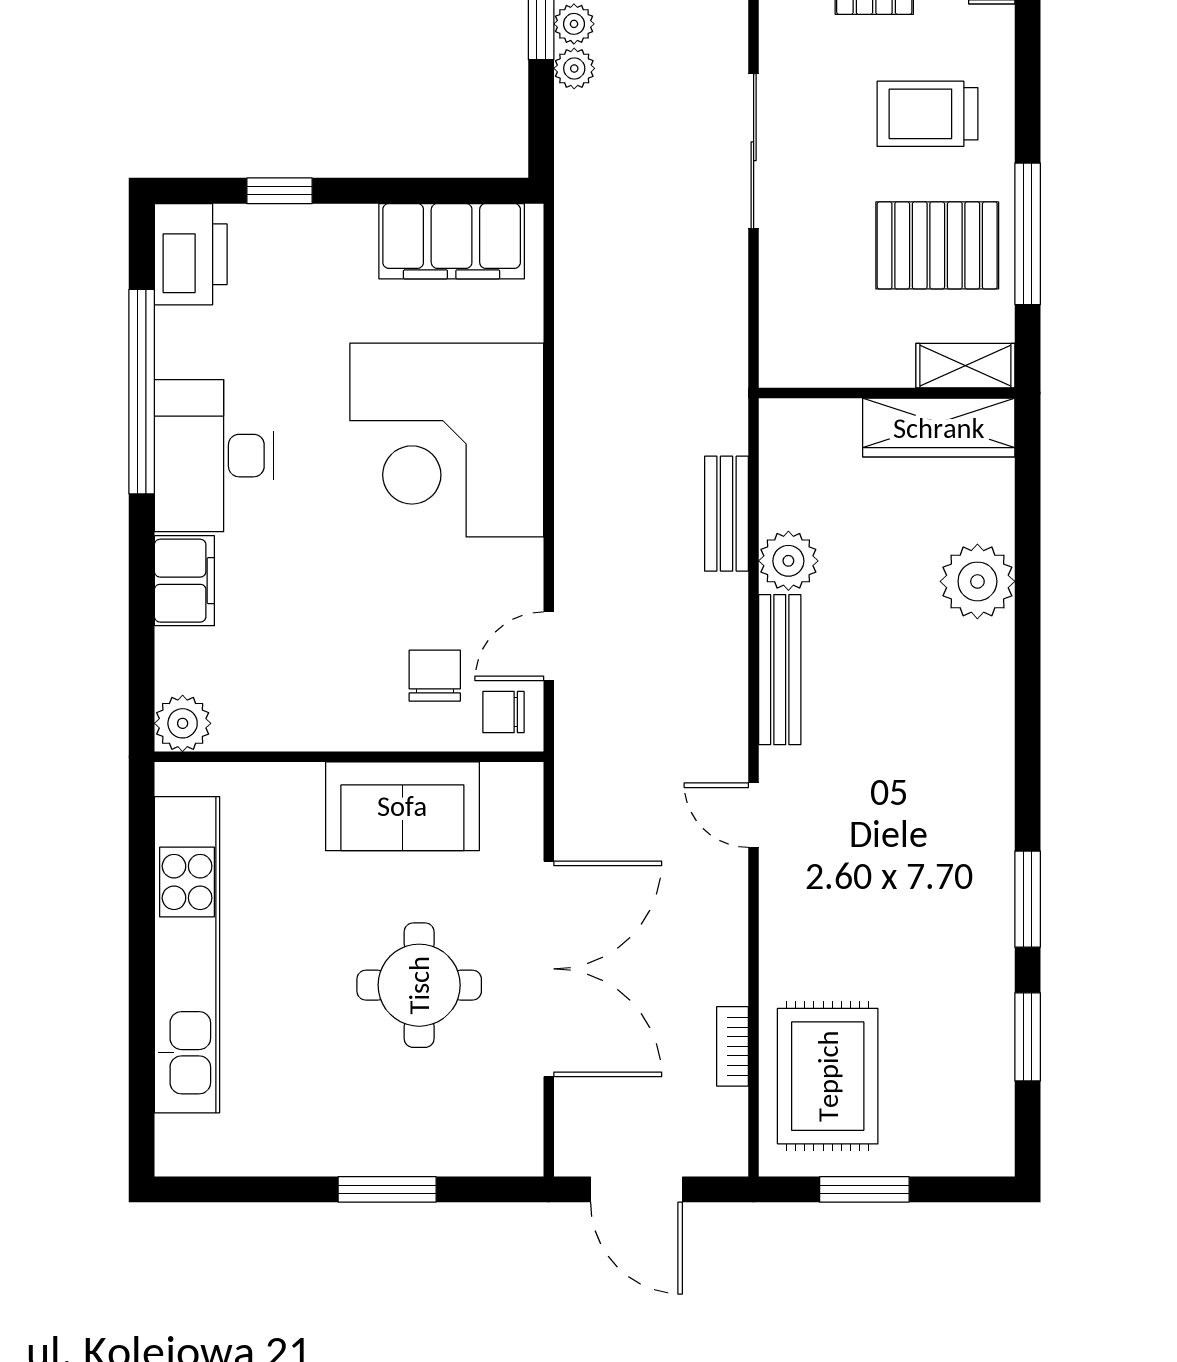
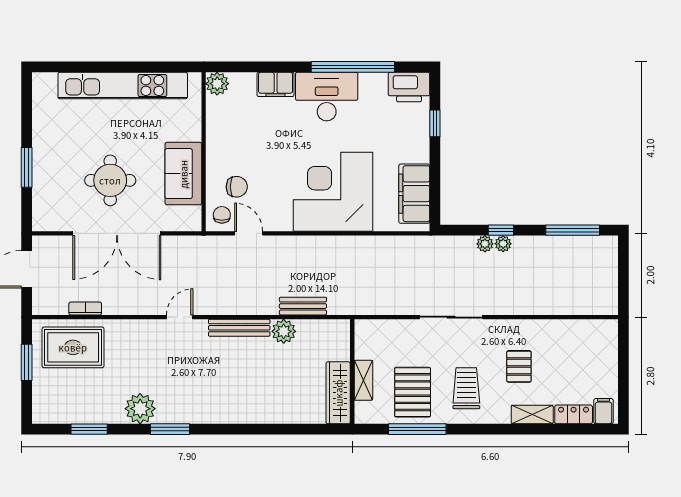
shelving: (965, 366) -> (363, 380), moved
plant: (977, 581) -> (140, 409), moved
window: (1028, 899) -> (170, 429), moved

